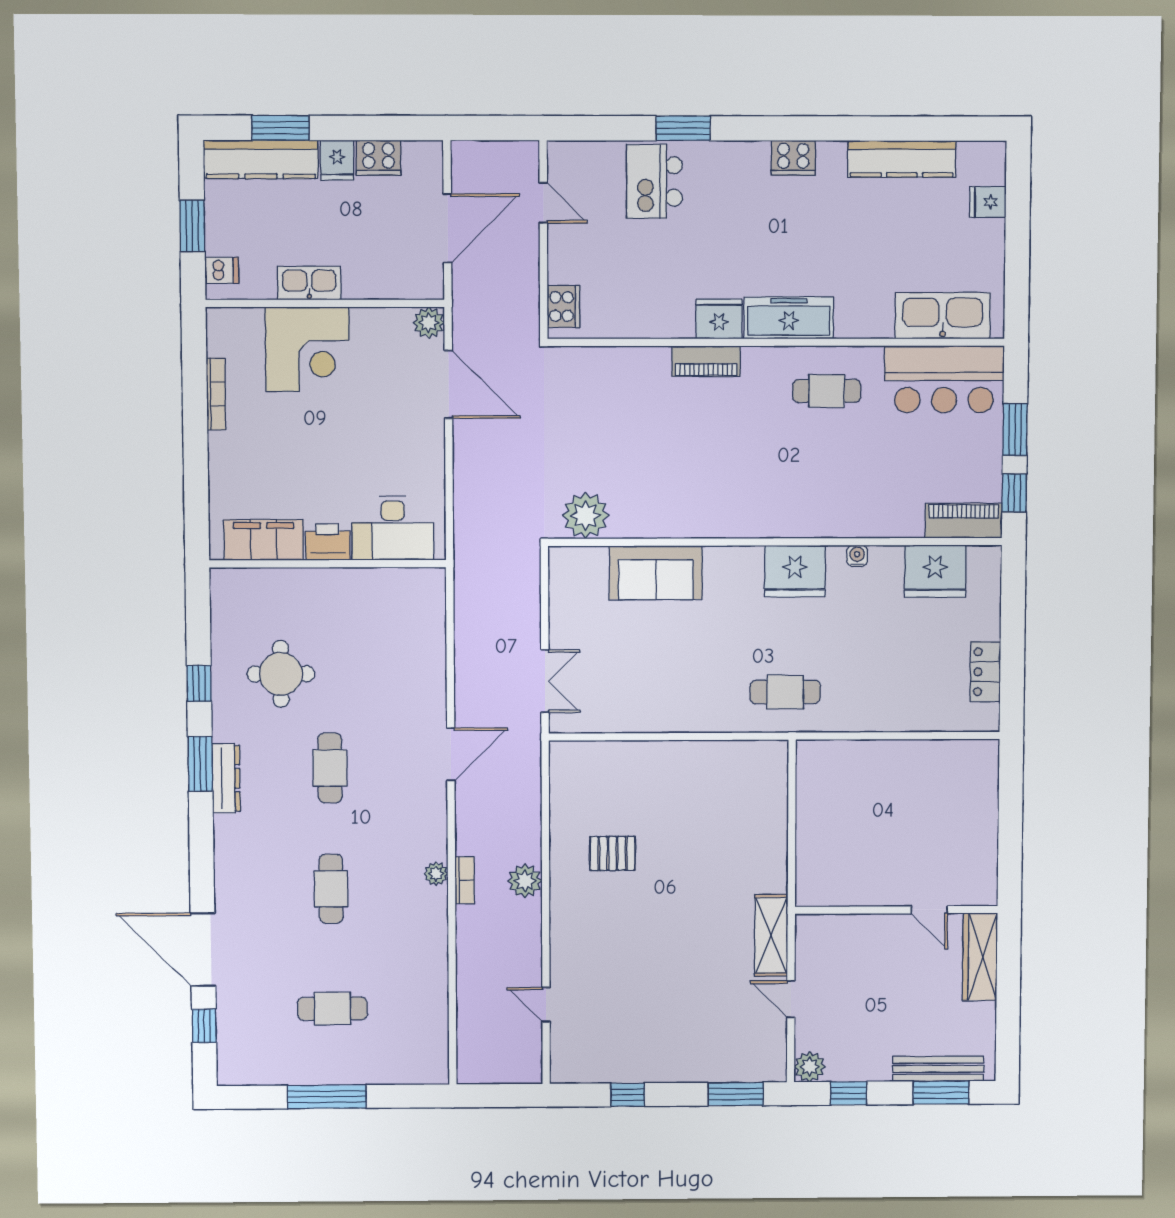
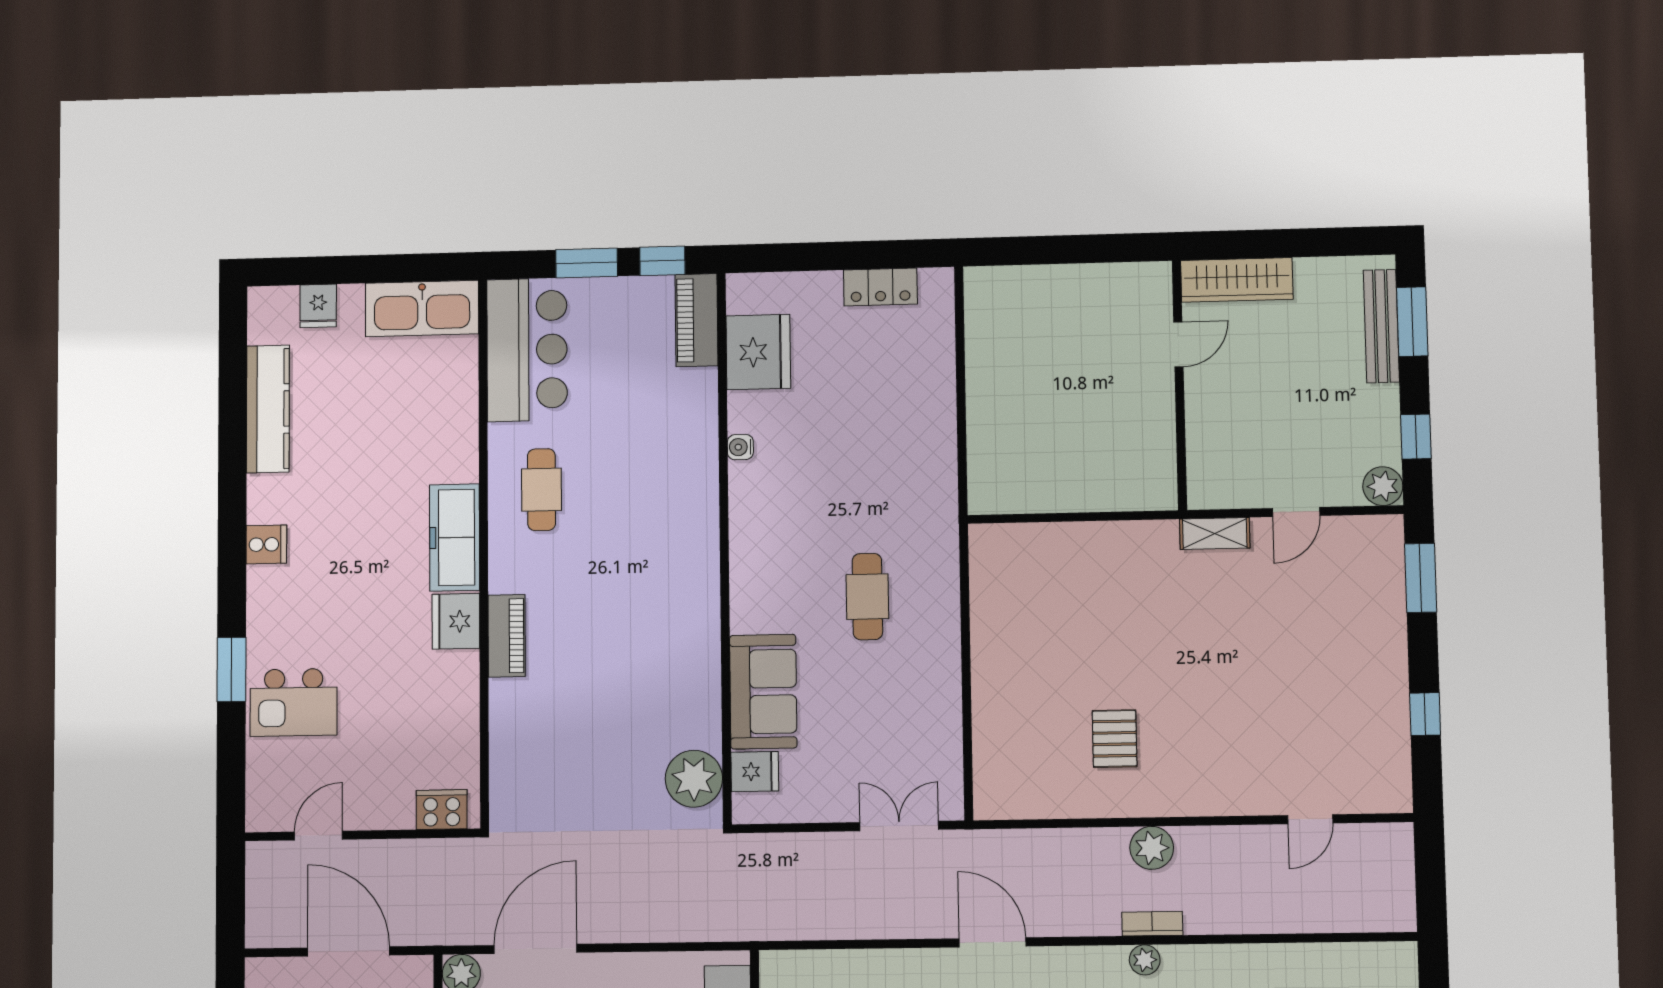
cooker: (793, 158) -> (266, 544), width x0.73
kitchen sink: (943, 316) -> (422, 308), moved, turned -90
fridge: (795, 571) -> (755, 772), moved, width x0.53, depth x0.75
cafe table: (785, 692) -> (867, 597), moved
shelving: (771, 935) -> (1215, 534), width x0.67, depth x0.75

